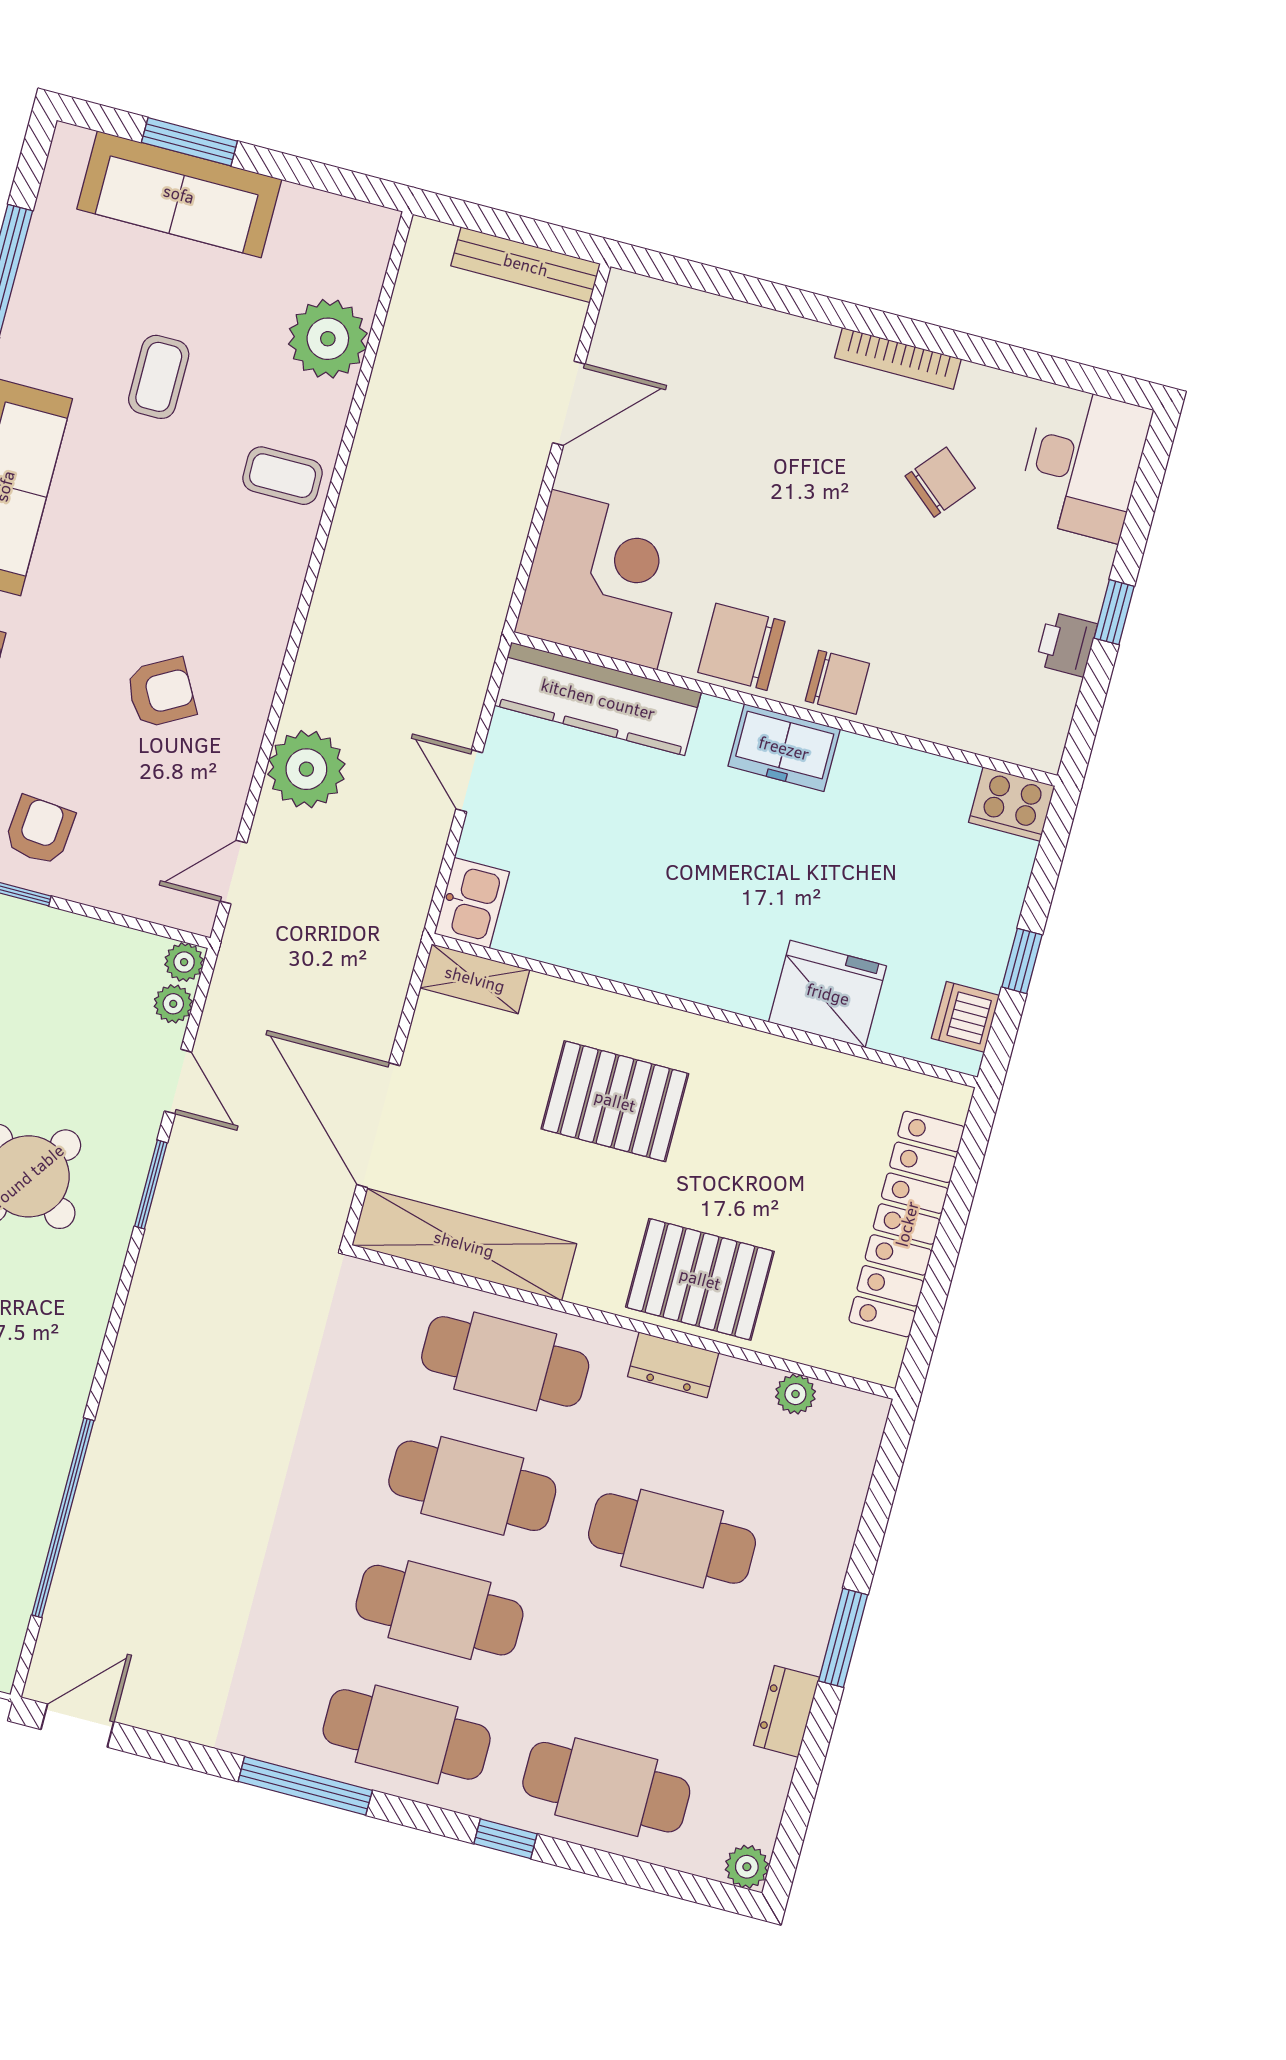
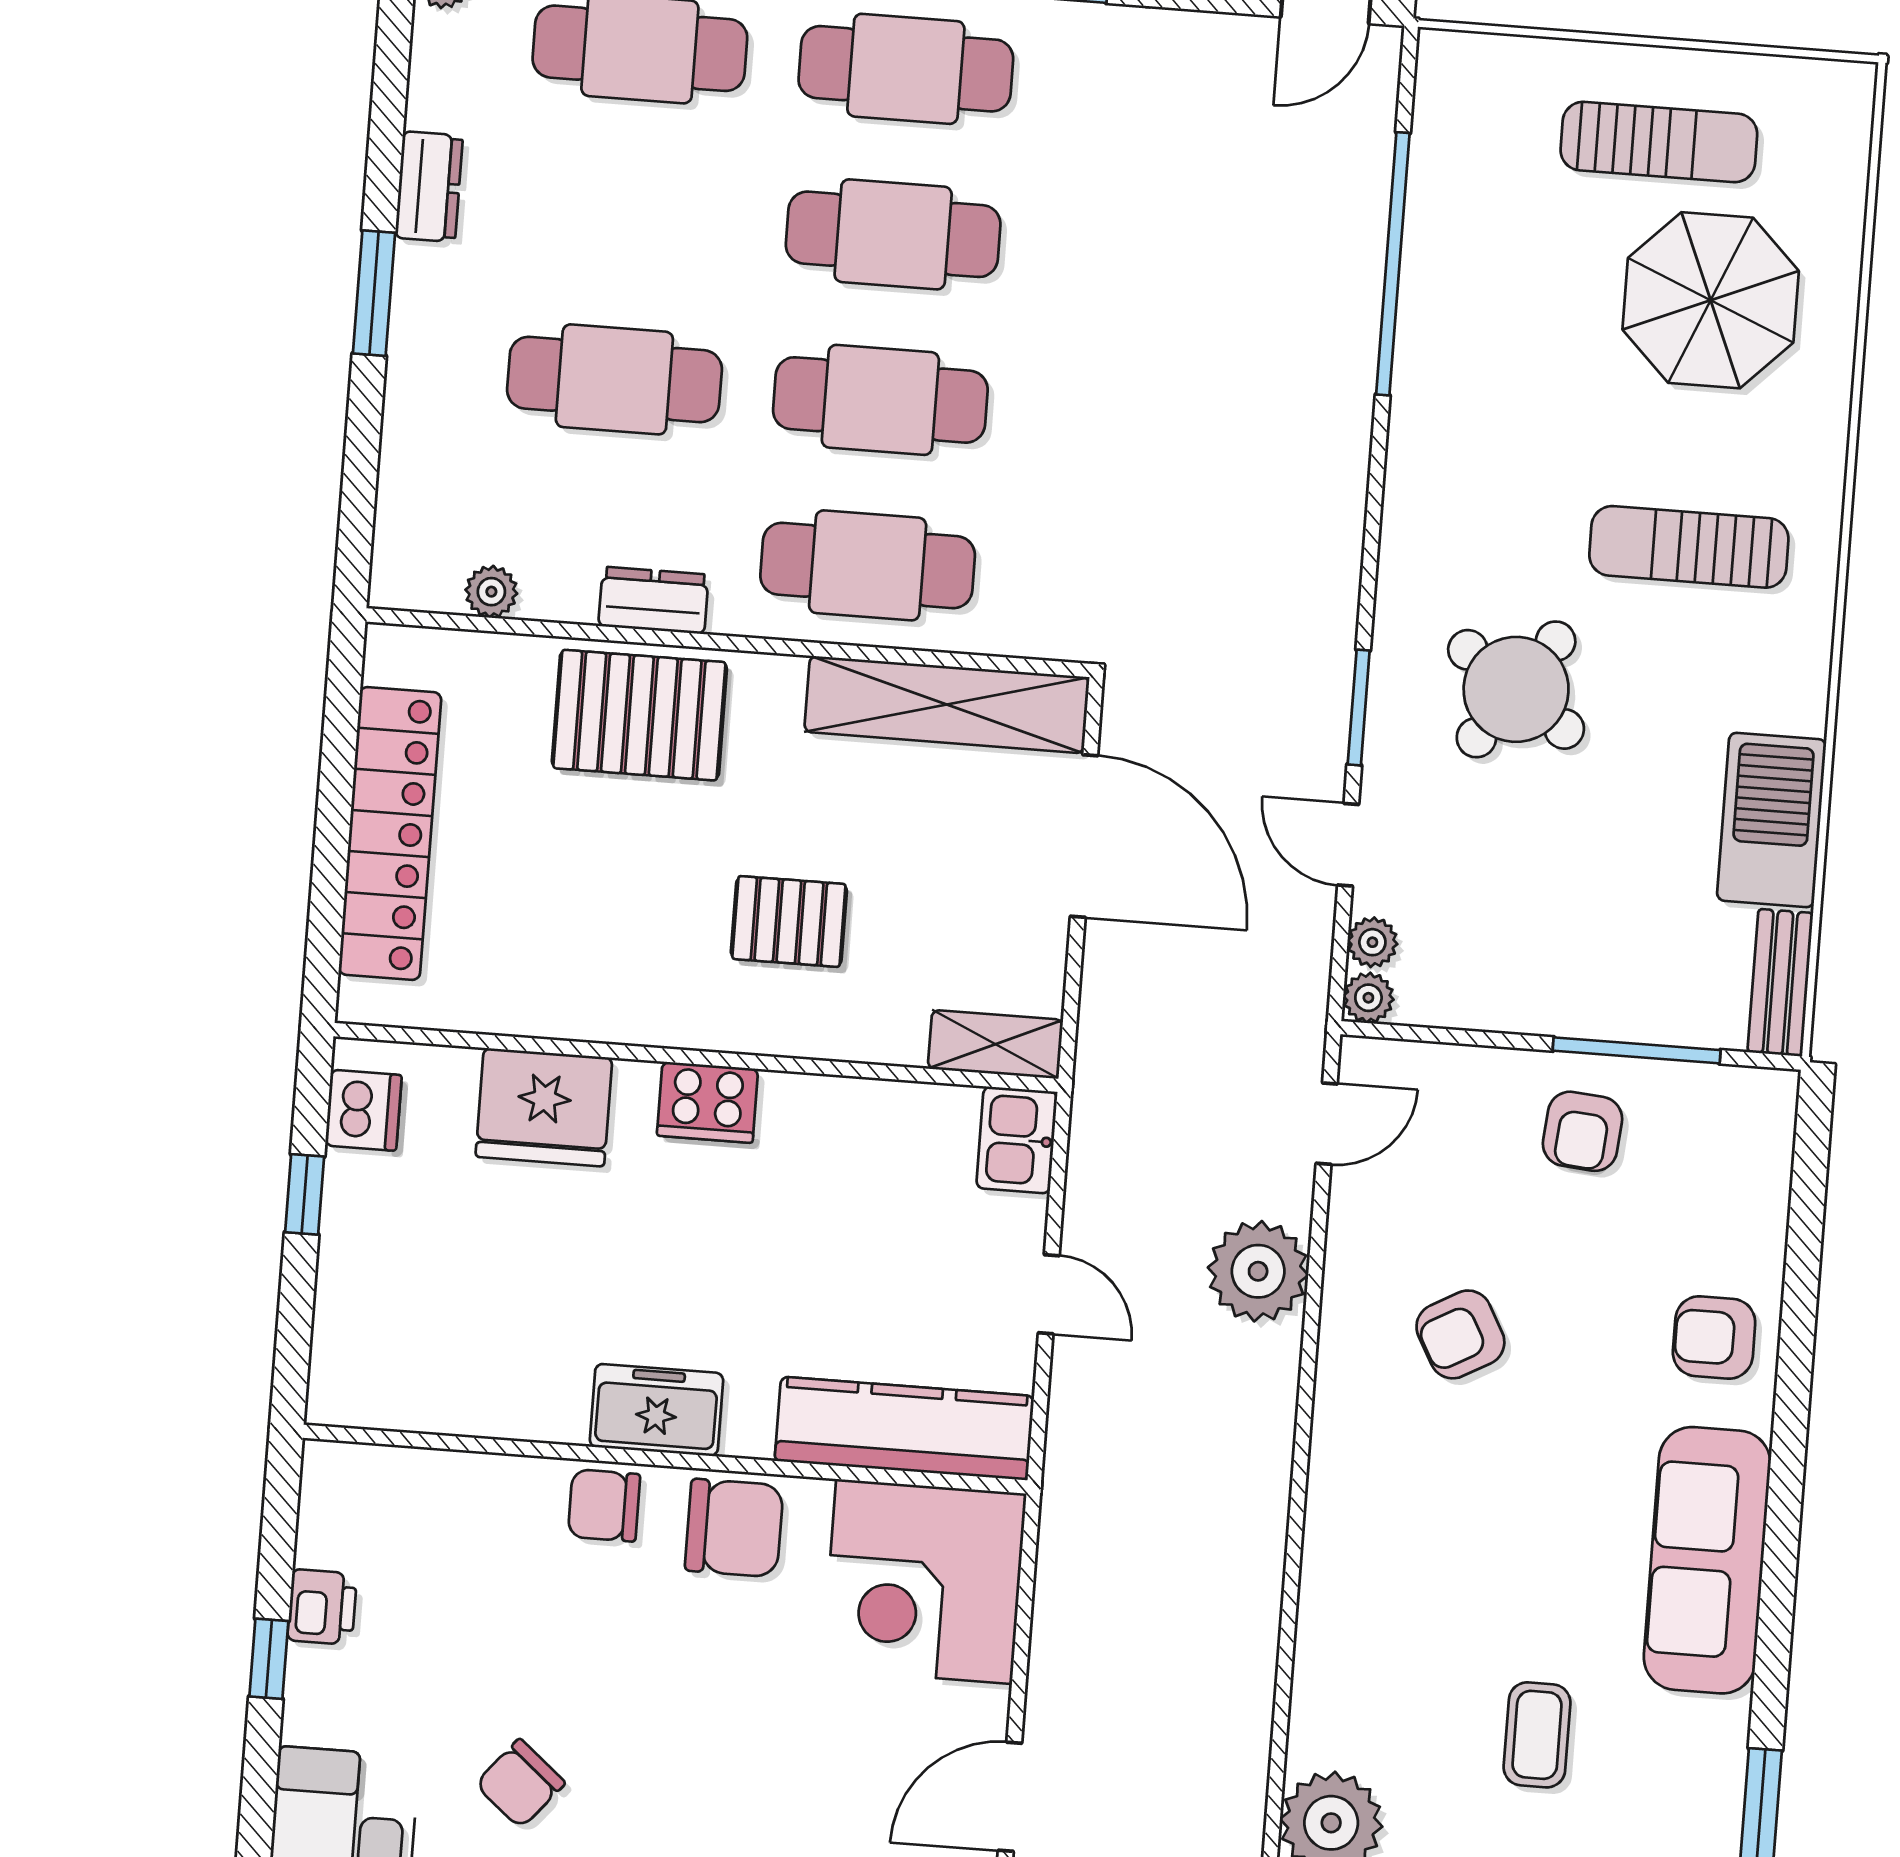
coffee table: (283, 476) -> (1357, 1638), removed
cooker: (1012, 804) -> (707, 1102), moved, turned 180
pallet: (615, 1101) -> (789, 921), width x0.67, depth x0.71

